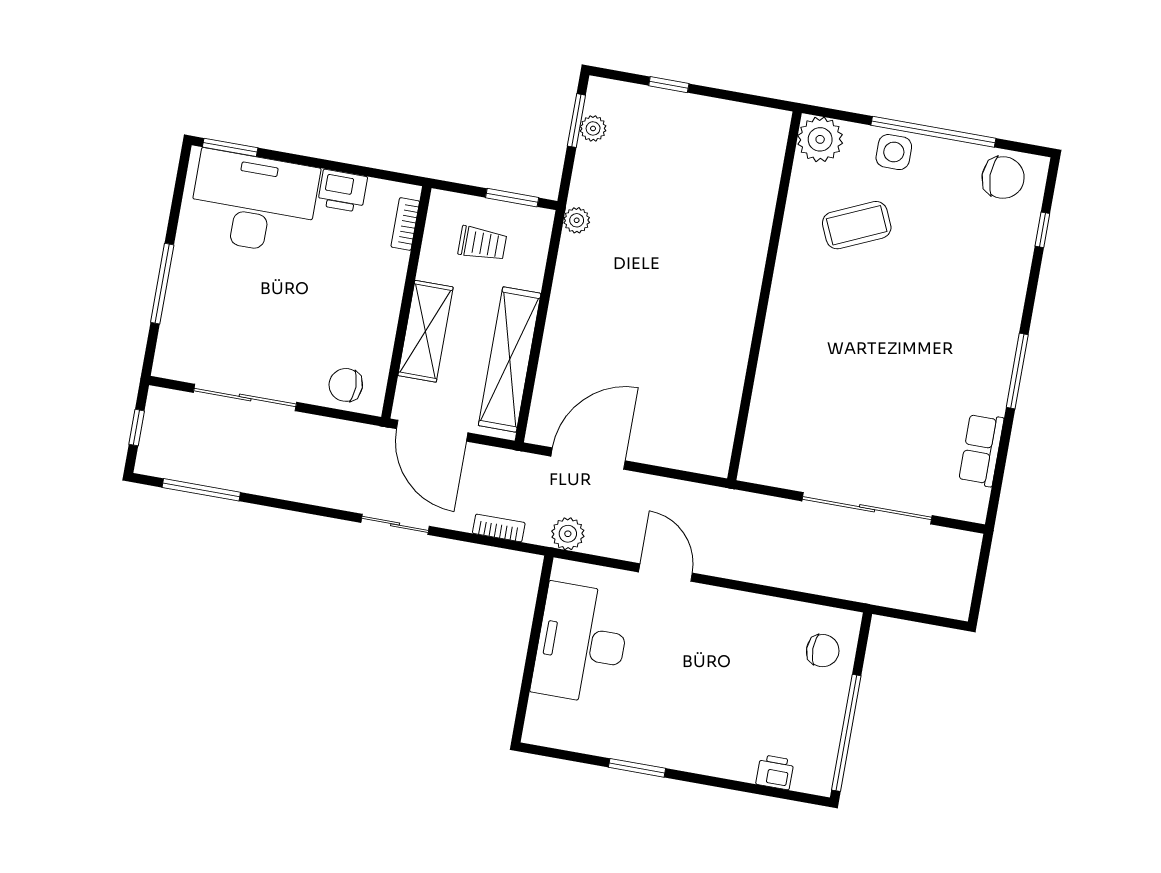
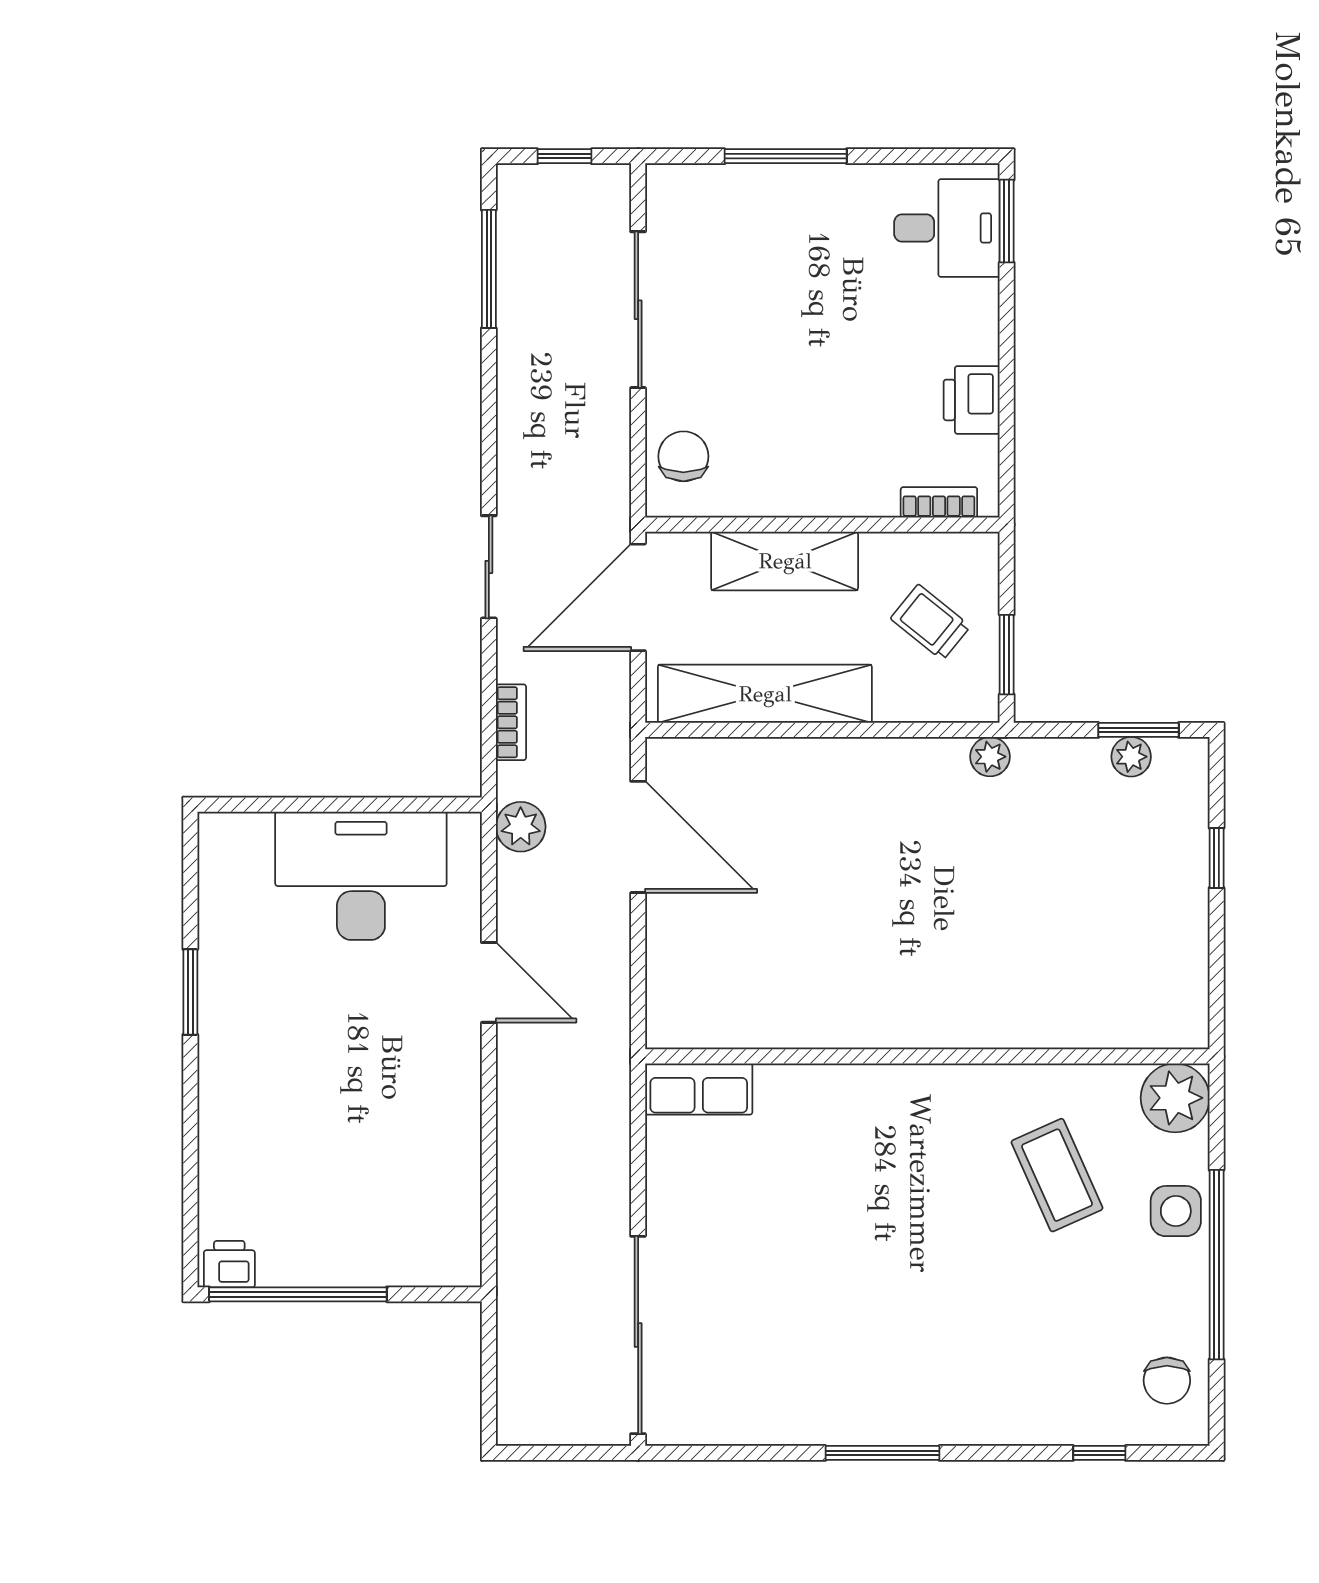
chair: (1003, 178) -> (1167, 1381), width x0.73, depth x0.73
desk: (254, 202) -> (947, 228), width x0.53, depth x0.77
trolley: (482, 243) -> (930, 622), turned 129
row of seats: (981, 450) -> (699, 1089), moved, turned 180
sliding door: (867, 508) -> (638, 1335), moved
door: (665, 573) -> (489, 982), hinge flipped
chair: (823, 651) -> (414, 1237), removed
printer: (775, 772) -> (229, 1264), moved, turned -90

